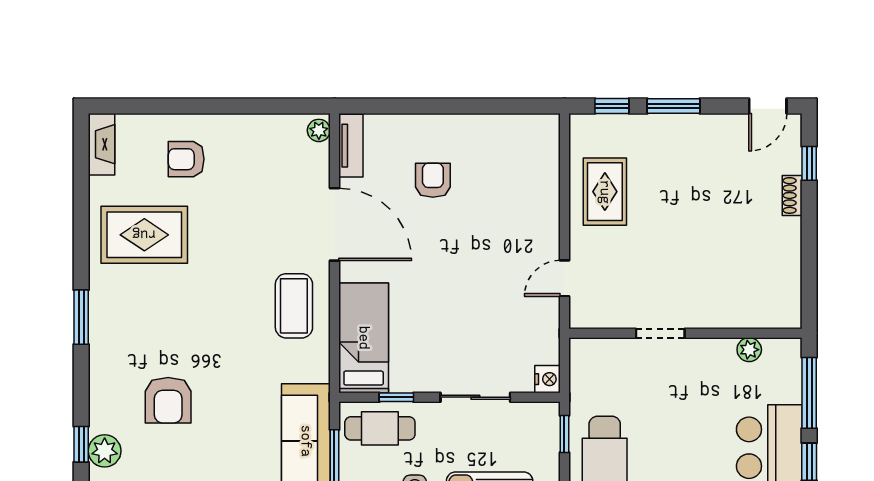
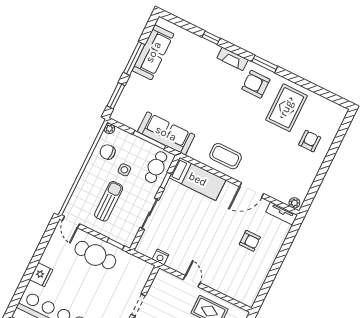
fireplace: (102, 144) -> (233, 59), moved
door: (334, 224) -> (252, 190), width x0.73
door: (564, 278) -> (192, 281), moved
nightstand: (547, 379) -> (160, 257), moved
armchair: (168, 400) -> (256, 84), moved
plant: (105, 451) -> (203, 46), removed

